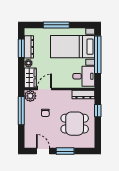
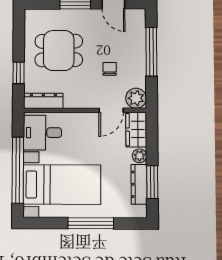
window: (21, 111) -> (151, 52), moved

